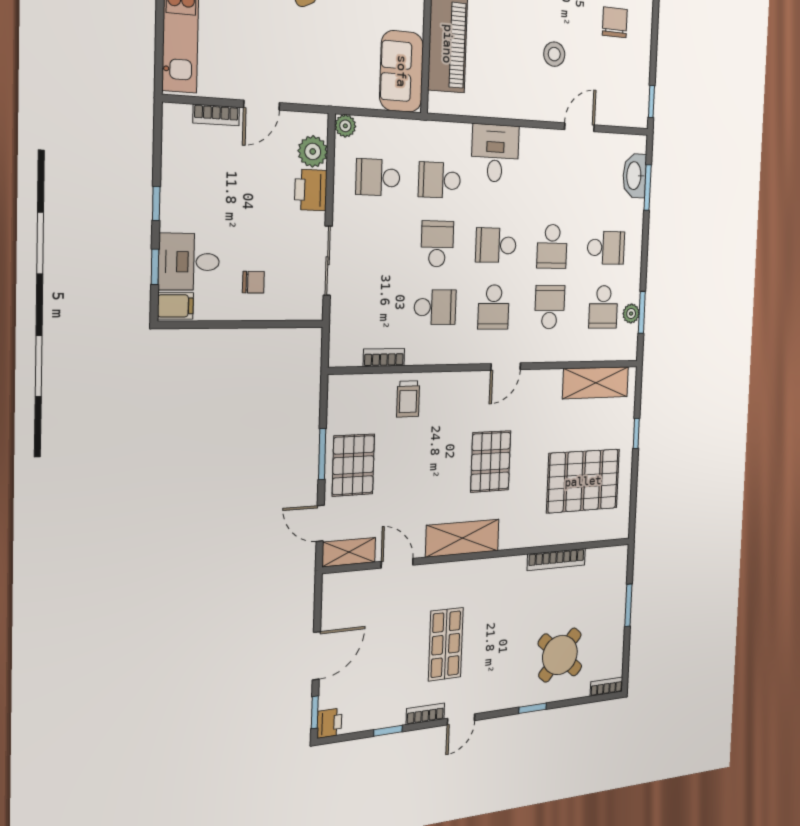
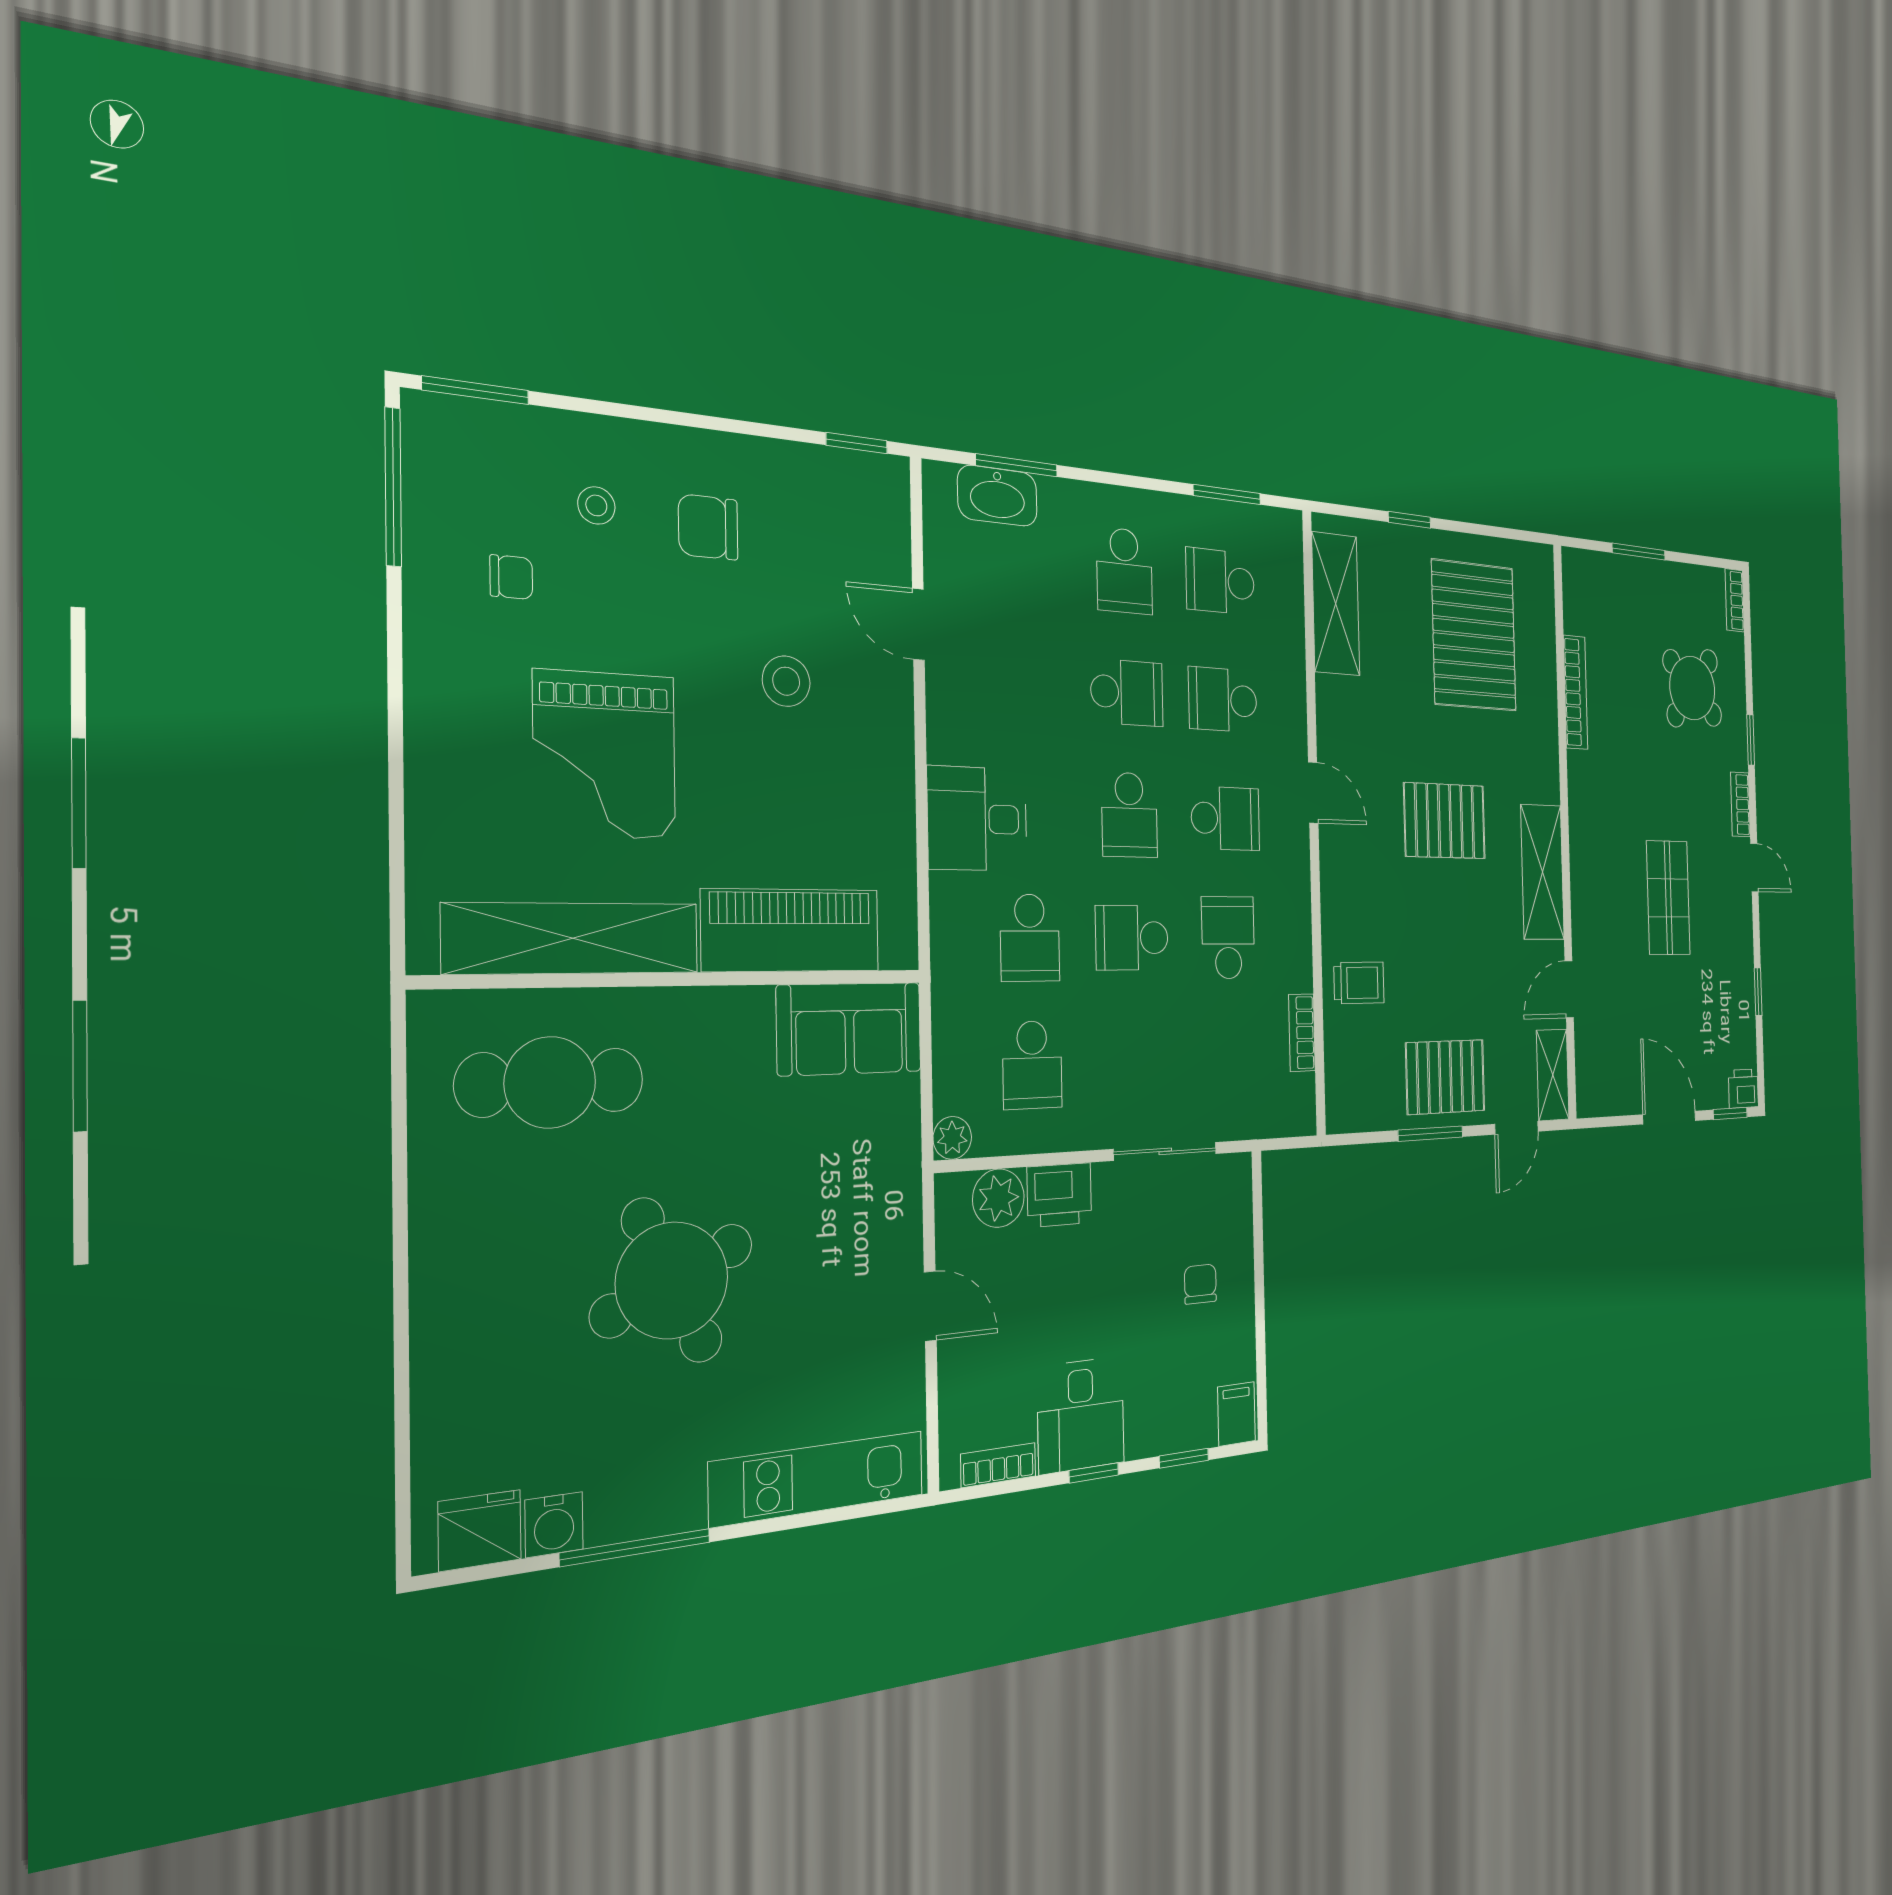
bookcase: (216, 115) -> (998, 1465), moved, turned -90
school desk: (606, 248) -> (1124, 571), turned 180
desk: (189, 262) -> (1081, 1415), moved
school desk: (603, 307) -> (1220, 581), turned 180
plant: (631, 314) -> (1229, 519), removed
shop shelf: (446, 644) -> (1668, 898), turned 90
bookcase: (425, 714) -> (1740, 804), moved

